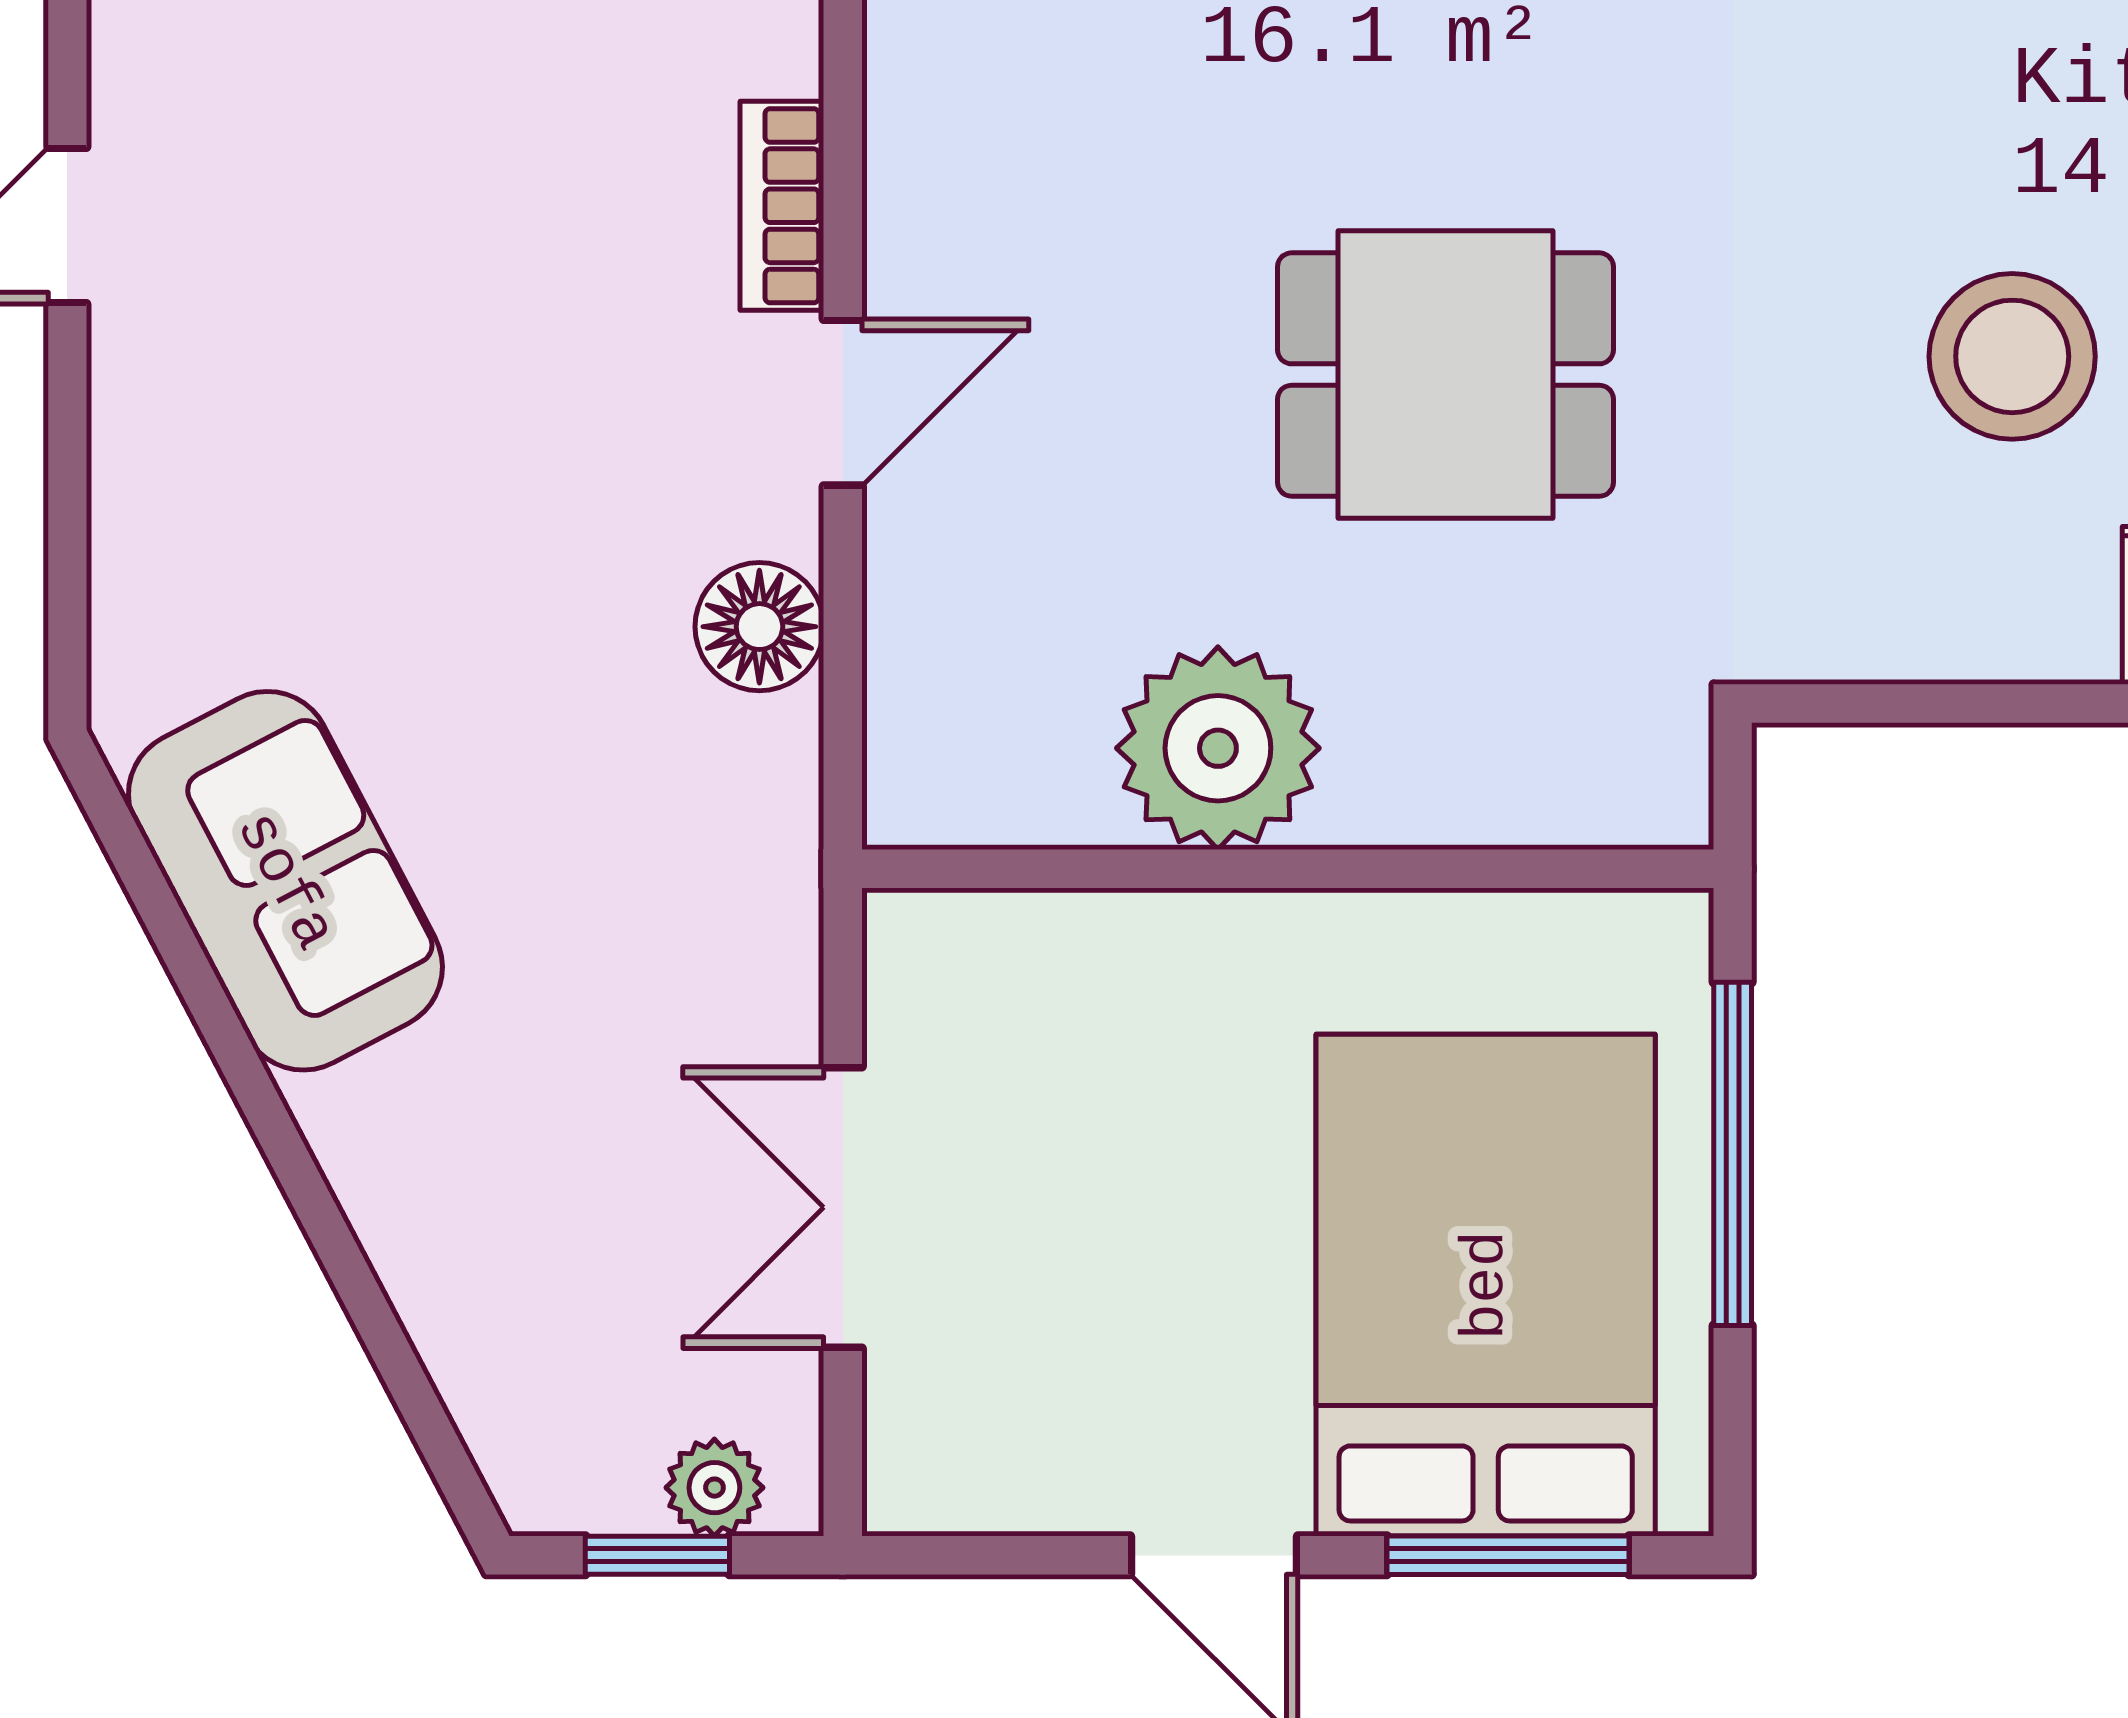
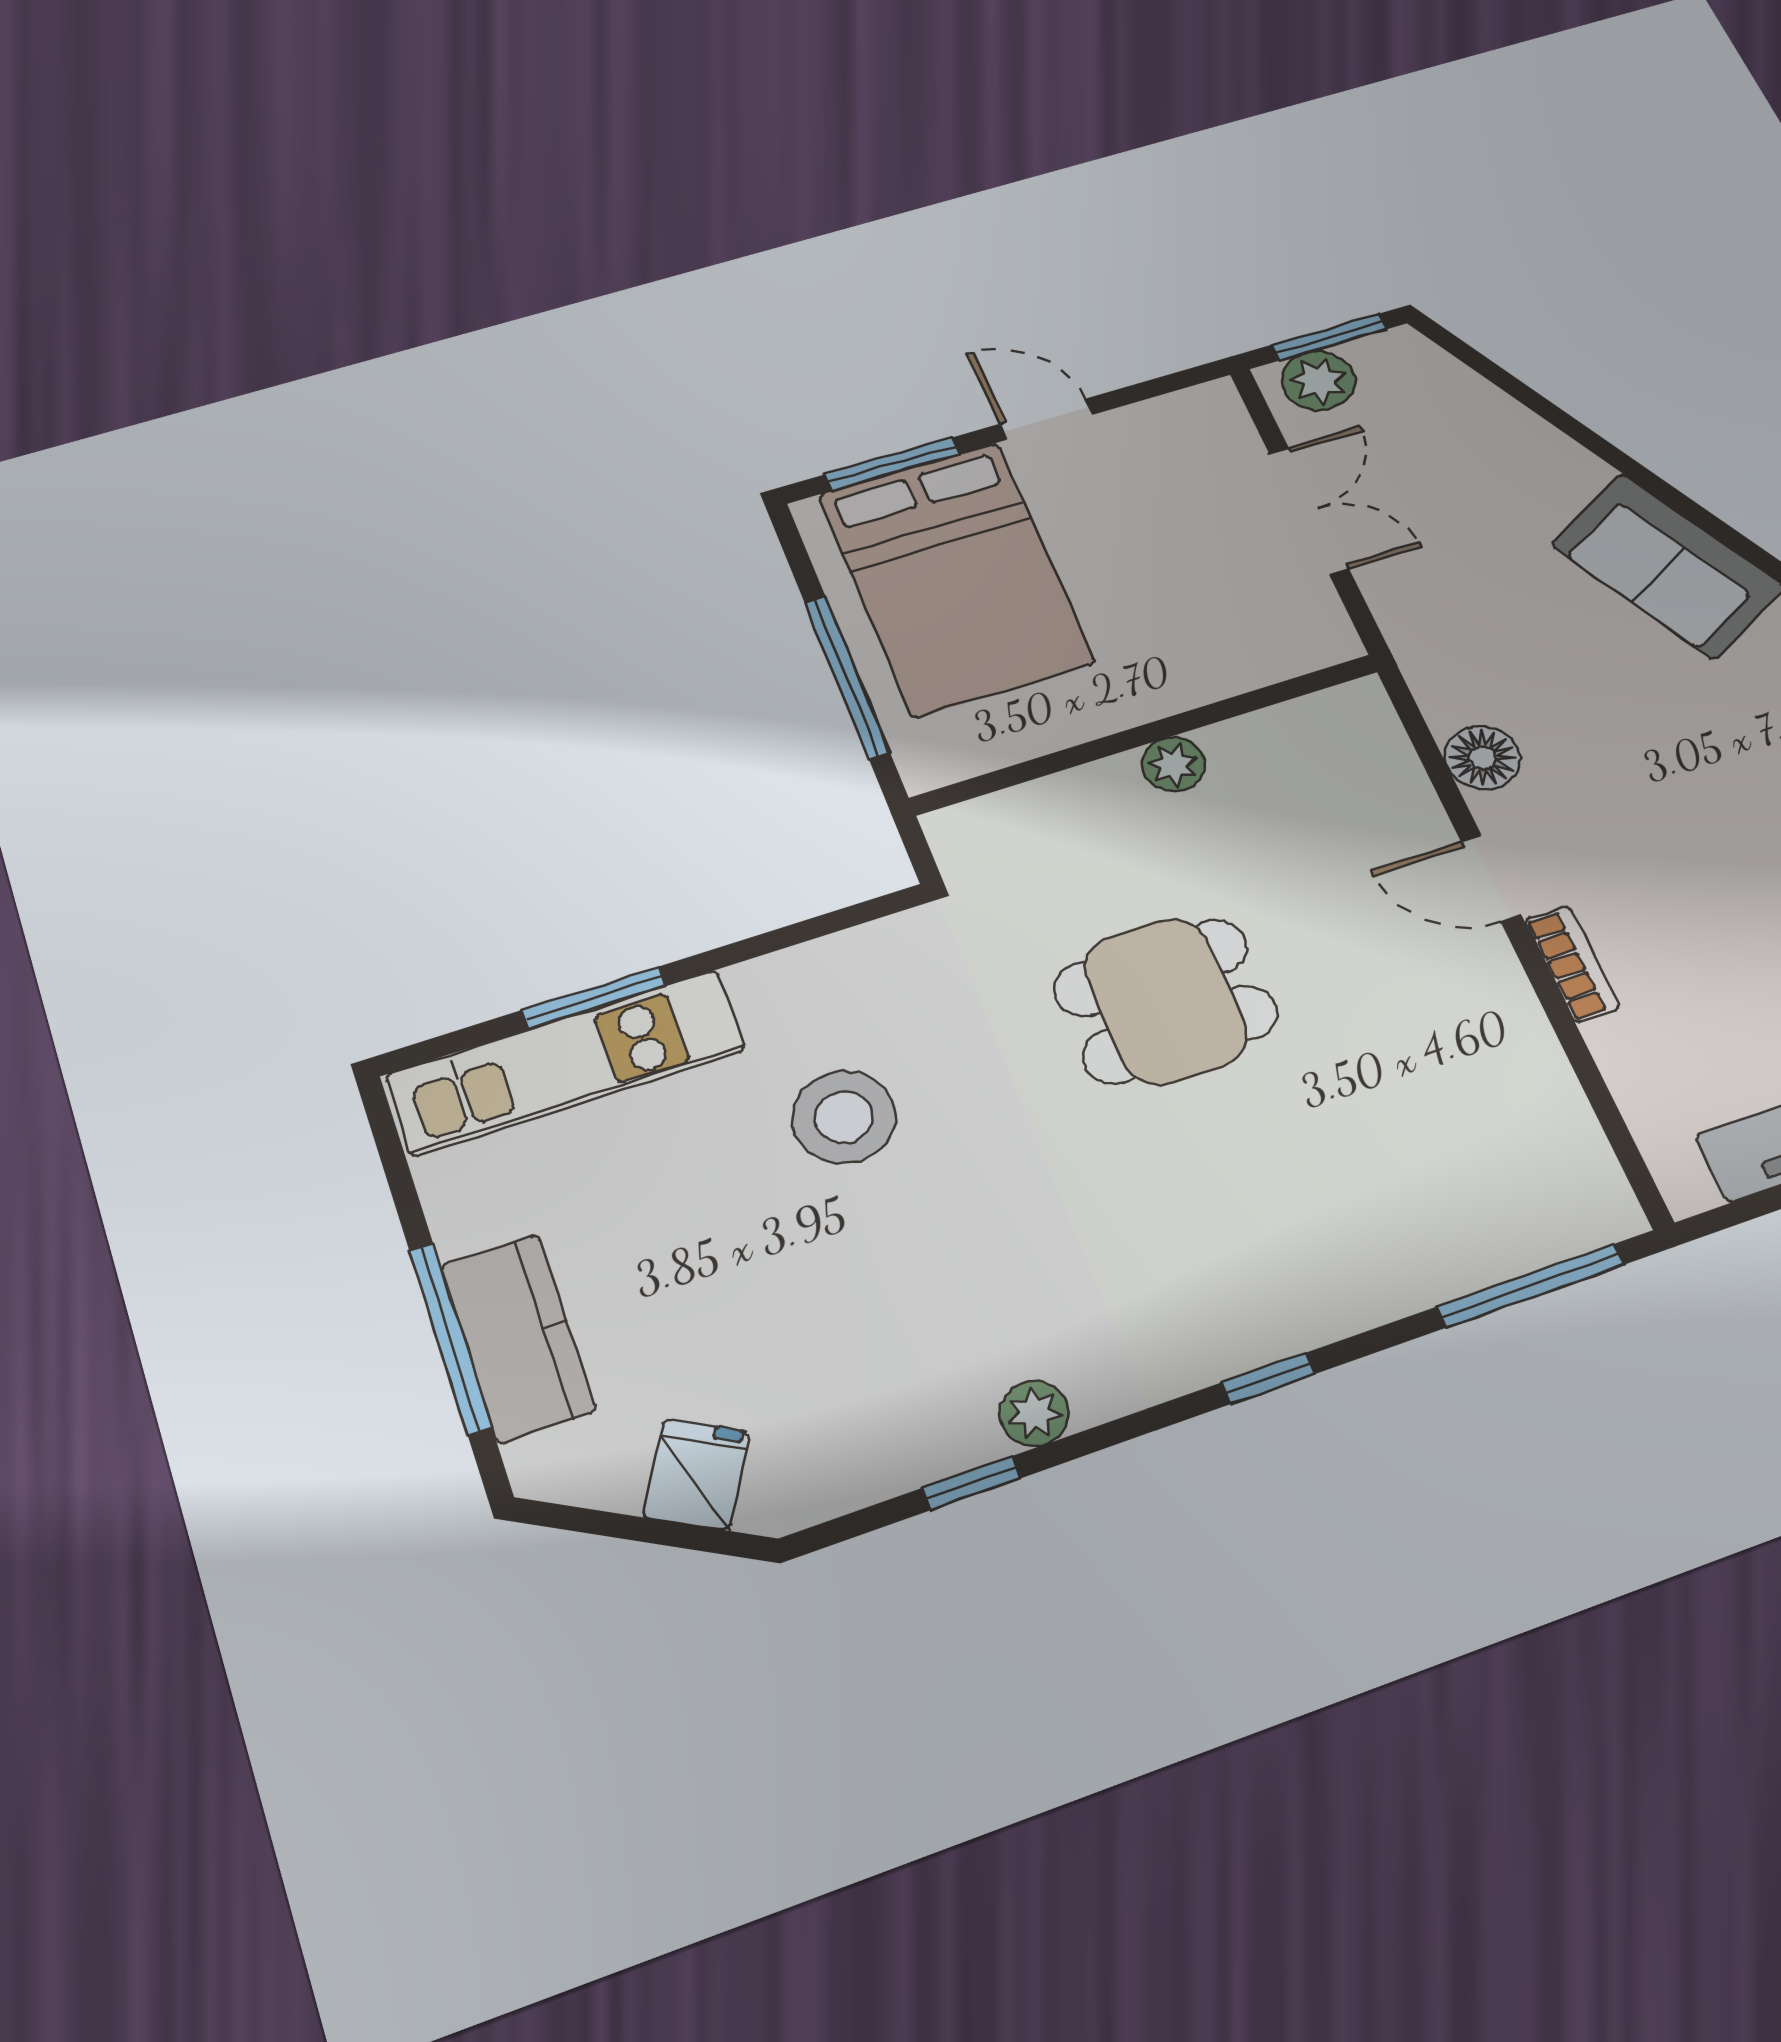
door: (843, 403) -> (1491, 878), hinge flipped
plant: (1218, 748) -> (1173, 764), width x0.53, depth x0.53
plant: (714, 1488) -> (1319, 381), width x1.38, depth x1.38
window: (657, 1555) -> (1329, 337), width x1.50

